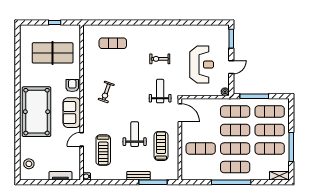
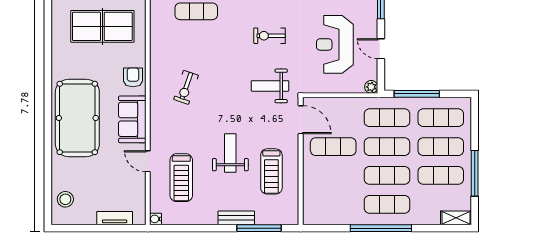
reception desk: (202, 65) -> (335, 44), turned 180
door: (231, 67) -> (381, 49), swing flipped
weight bench: (160, 91) -> (270, 86), turned -90
door: (82, 139) -> (148, 161), hinge flipped
treadmill: (161, 146) -> (271, 171), turned 180
exercise mat: (201, 149) -> (333, 147), moved

